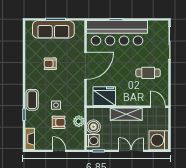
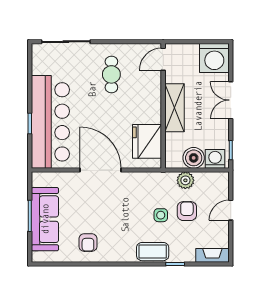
armchair: (50, 64) -> (88, 243), moved

